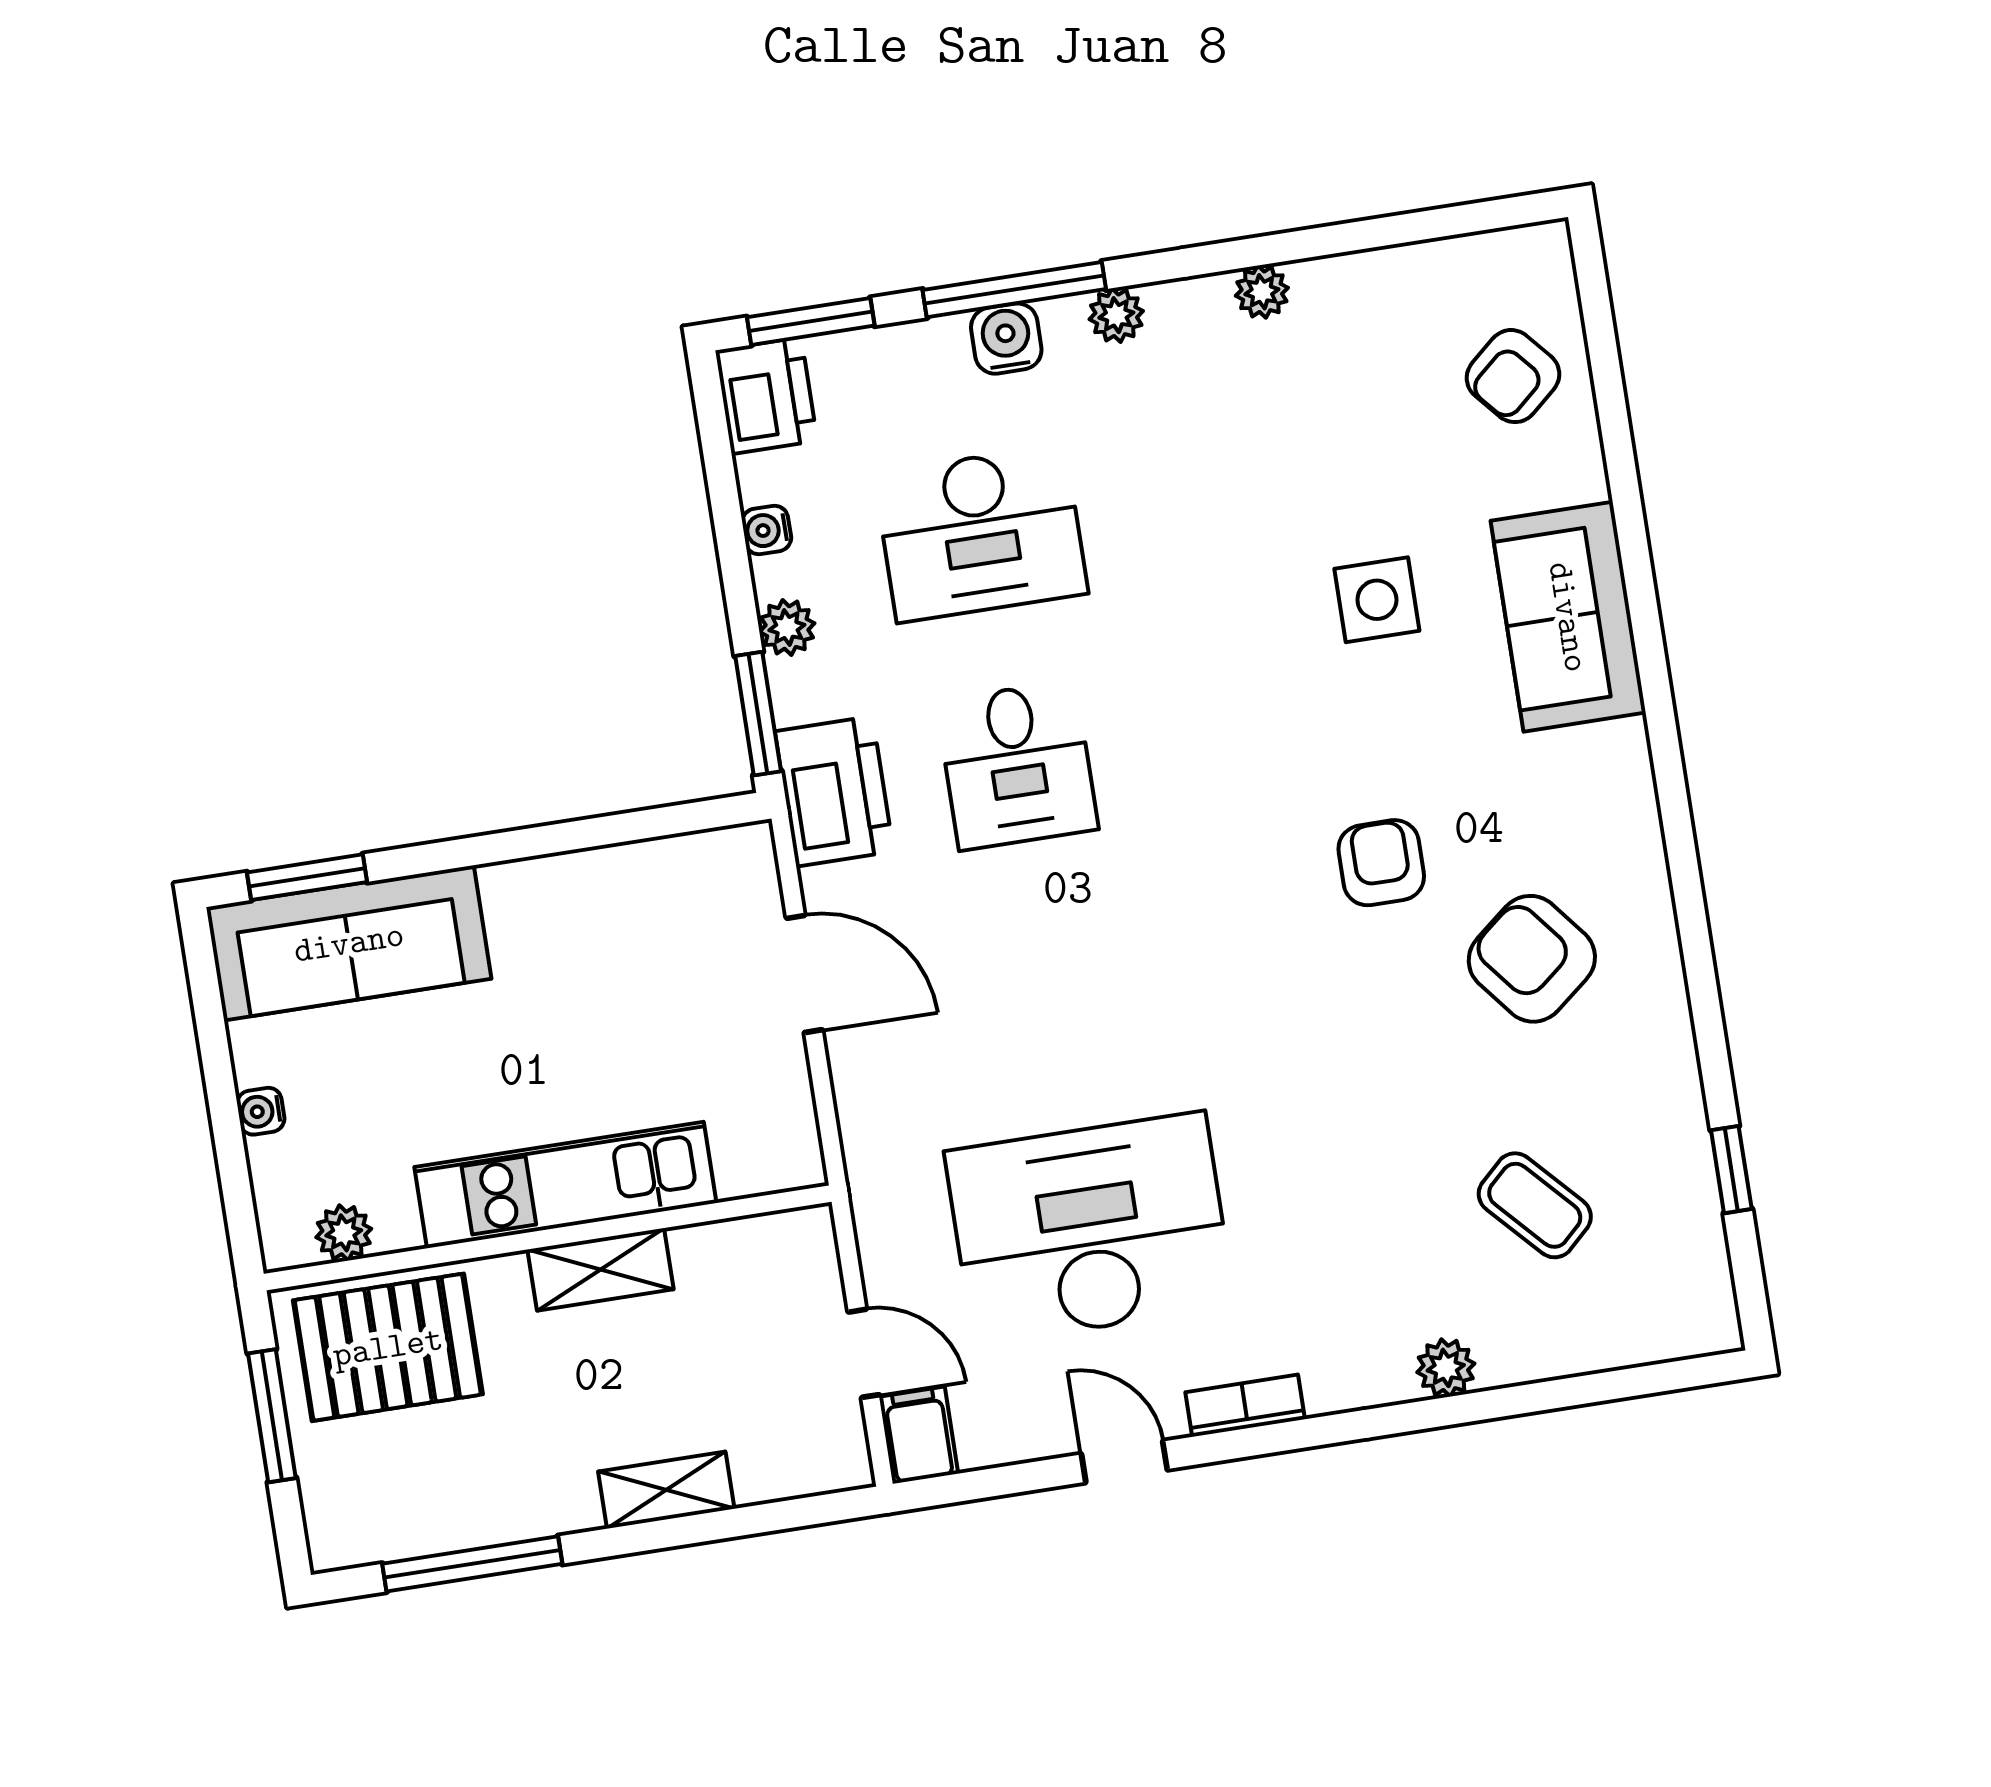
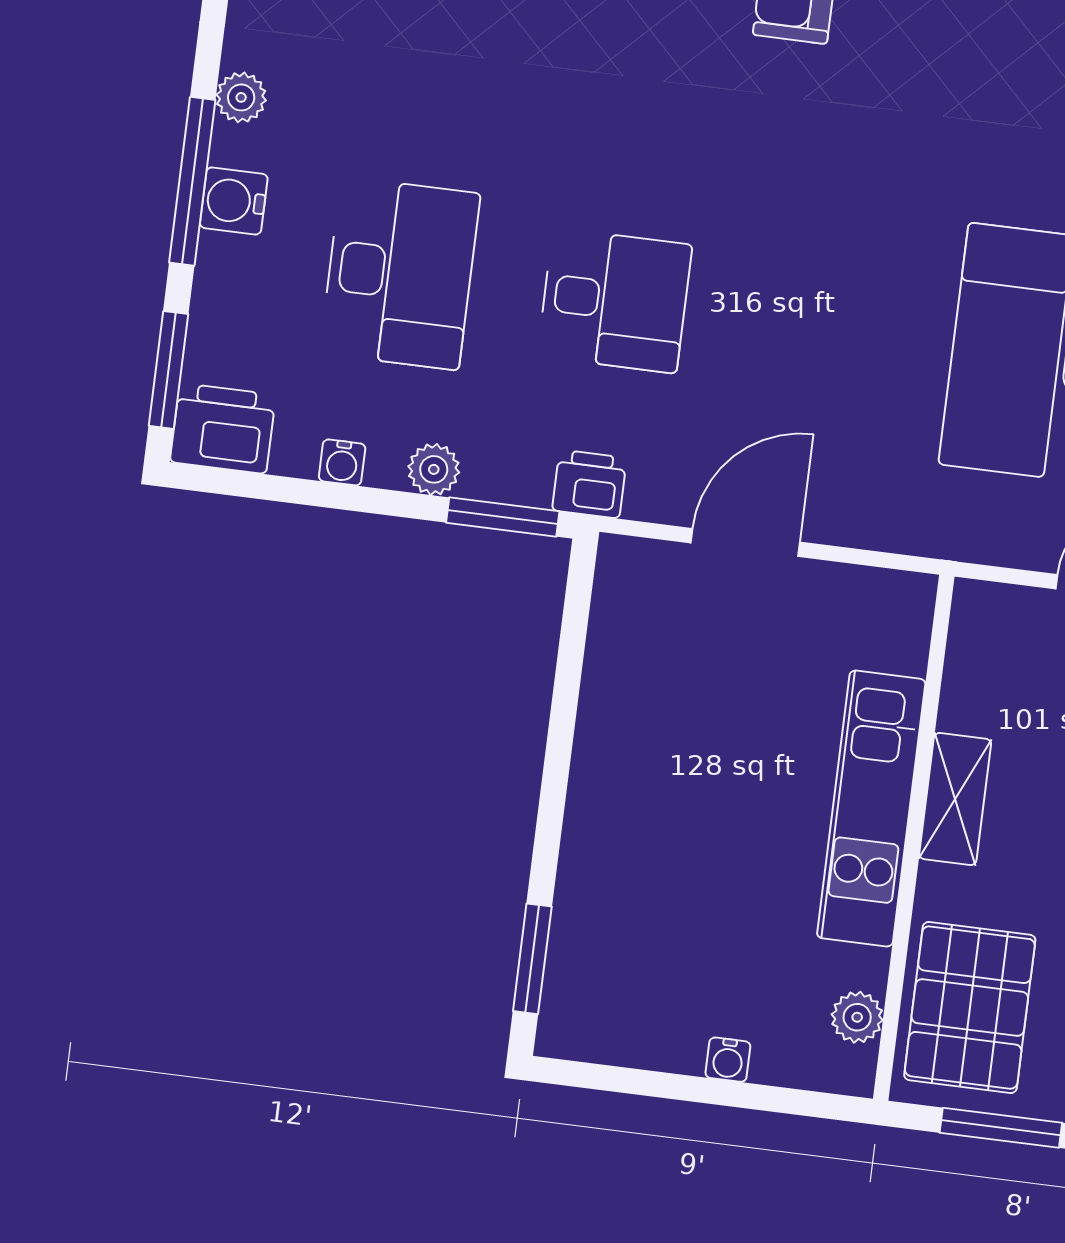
printer: (834, 791) -> (589, 484), width x0.53, depth x0.68
sofa: (349, 943) -> (601, 938), removed

